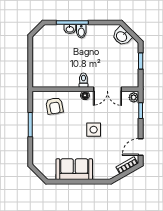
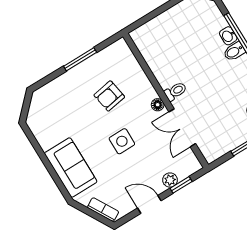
plant: (134, 97) -> (170, 180), moved
armchair: (54, 106) -> (109, 96), moved
door: (141, 147) -> (149, 204), moved
sofa: (74, 169) -> (71, 167), moved

